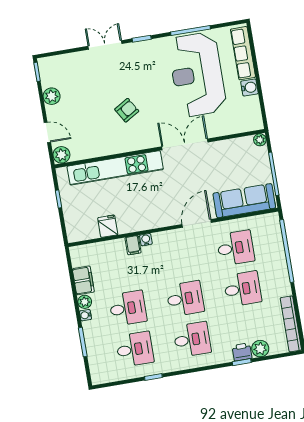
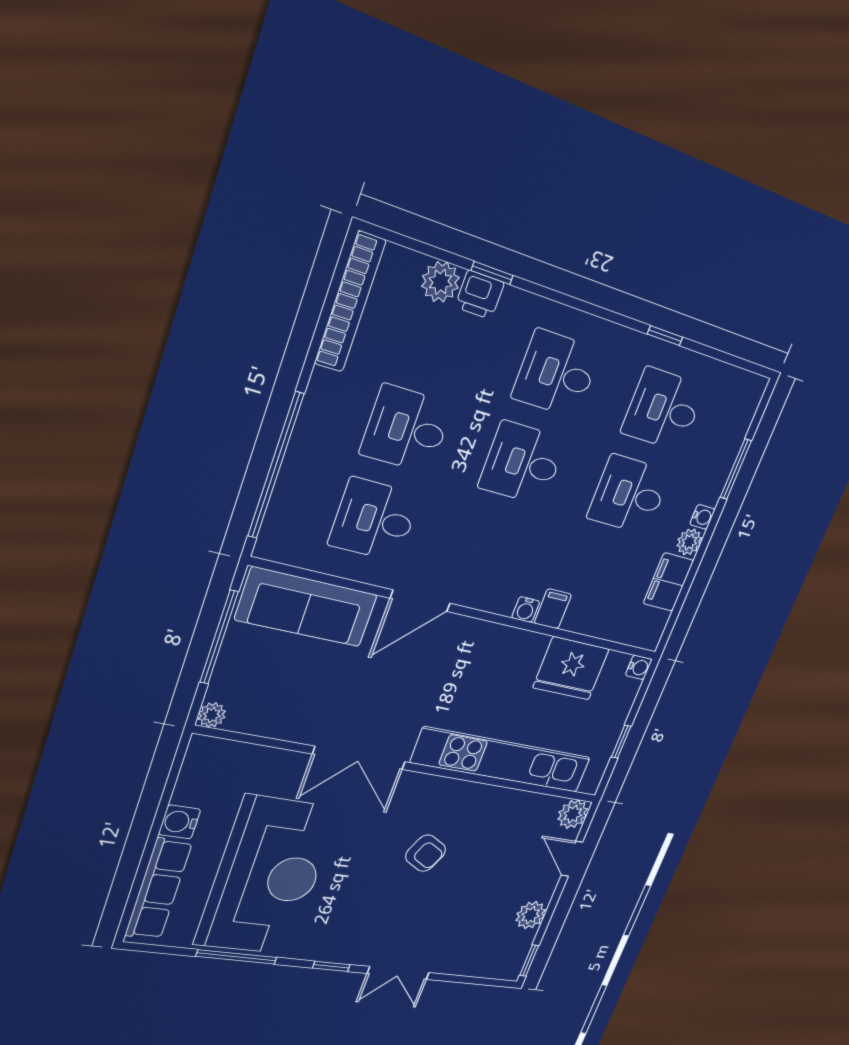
armchair: (127, 110) -> (426, 853), turned -122
fridge: (108, 226) -> (571, 668), width x1.88, depth x1.34
water cooler: (73, 237) -> (639, 667), added

